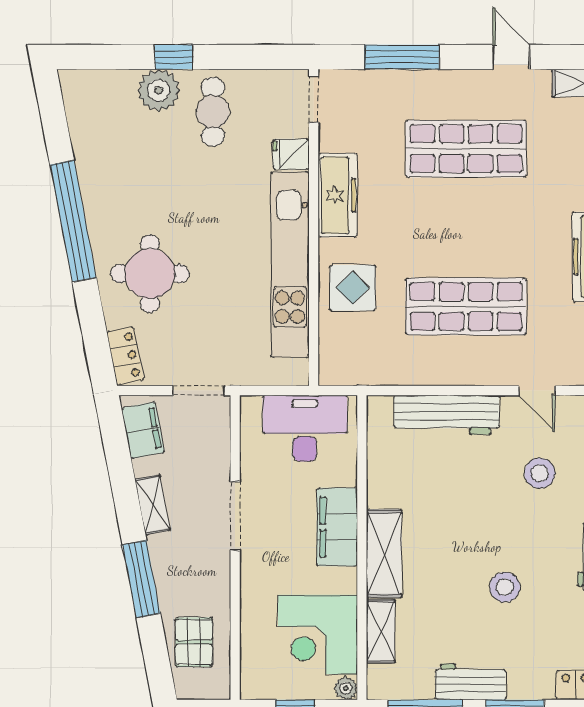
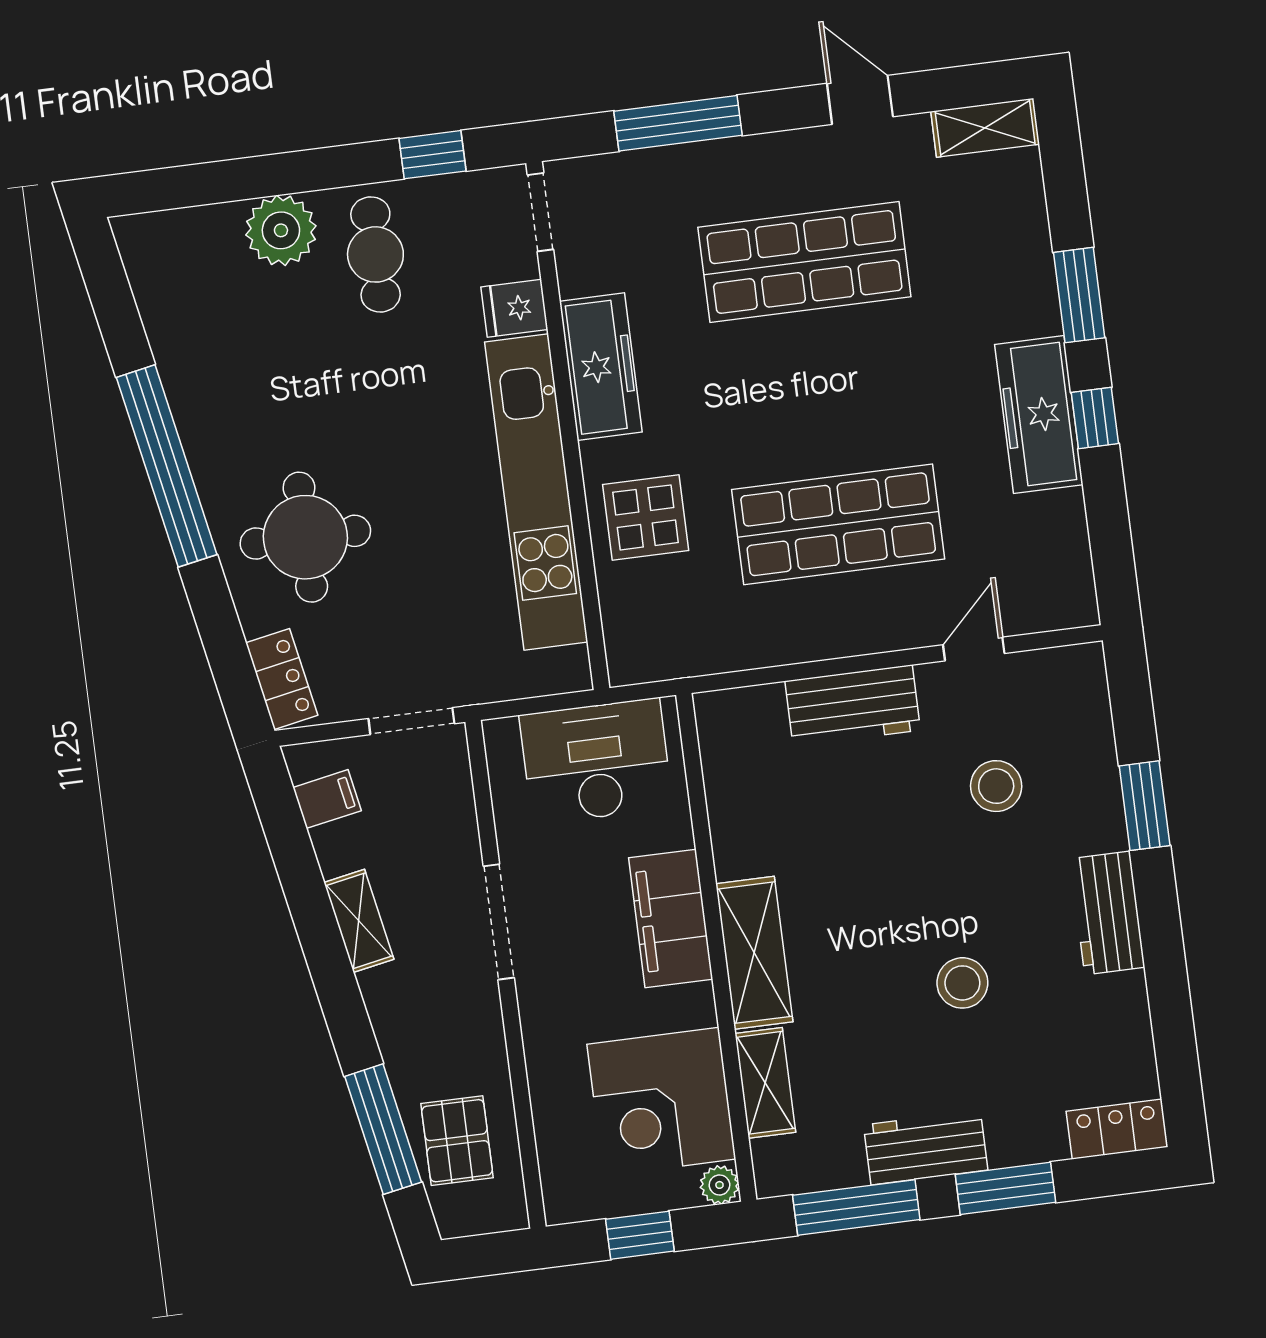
window: (174, 57) -> (433, 155), moved
door: (537, 391) -> (974, 649), swing flipped
workbench: (447, 415) -> (853, 706), width x0.73
filing cabinet: (143, 430) -> (327, 799), width x0.50
window: (141, 579) -> (383, 1129), moved

